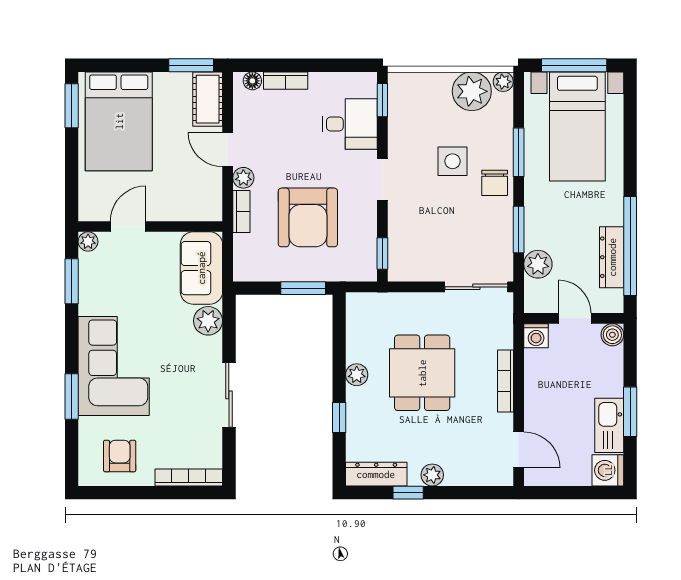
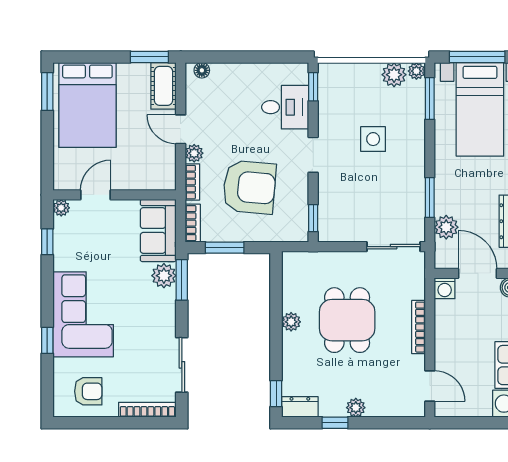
bookcase: (286, 81) -> (193, 223), moved, turned -90
plant: (472, 91) -> (394, 75), width x0.73, depth x0.73
window: (519, 152) -> (430, 99), moved
chair: (495, 183) -> (409, 158), removed
armchair: (308, 217) -> (249, 187), turned -85
window: (72, 281) -> (47, 242), width x0.67
window: (303, 288) -> (225, 248), moved
door: (575, 318) -> (478, 273), width x1.38
window: (229, 326) -> (182, 280), added
sliding door: (229, 395) -> (182, 365), moved
window: (72, 397) -> (47, 340), width x0.67
window: (339, 417) -> (276, 394), moved
armchair: (120, 456) -> (88, 391), turned 90
dresser: (376, 474) -> (300, 407), width x0.70

